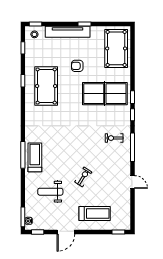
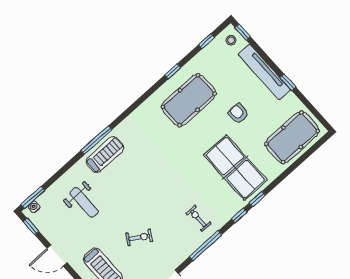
exercise bike: (83, 177) -> (139, 237), moved
weight bench: (50, 192) -> (84, 202), turned 180

